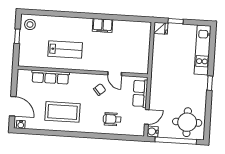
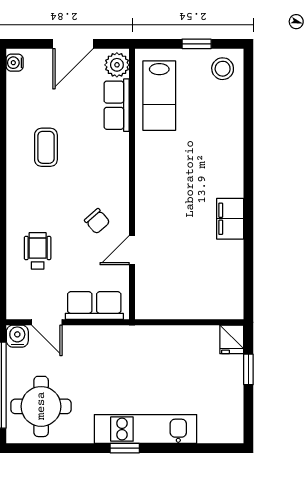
lab bench: (65, 49) -> (159, 96), moved
kitchen unit: (203, 50) -> (146, 429), moved
plant: (25, 75) -> (117, 65), added
row of seats: (50, 77) -> (117, 105), width x0.68
door: (13, 106) -> (73, 44), moved
coffee table: (62, 112) -> (46, 147), width x0.54, depth x0.58

